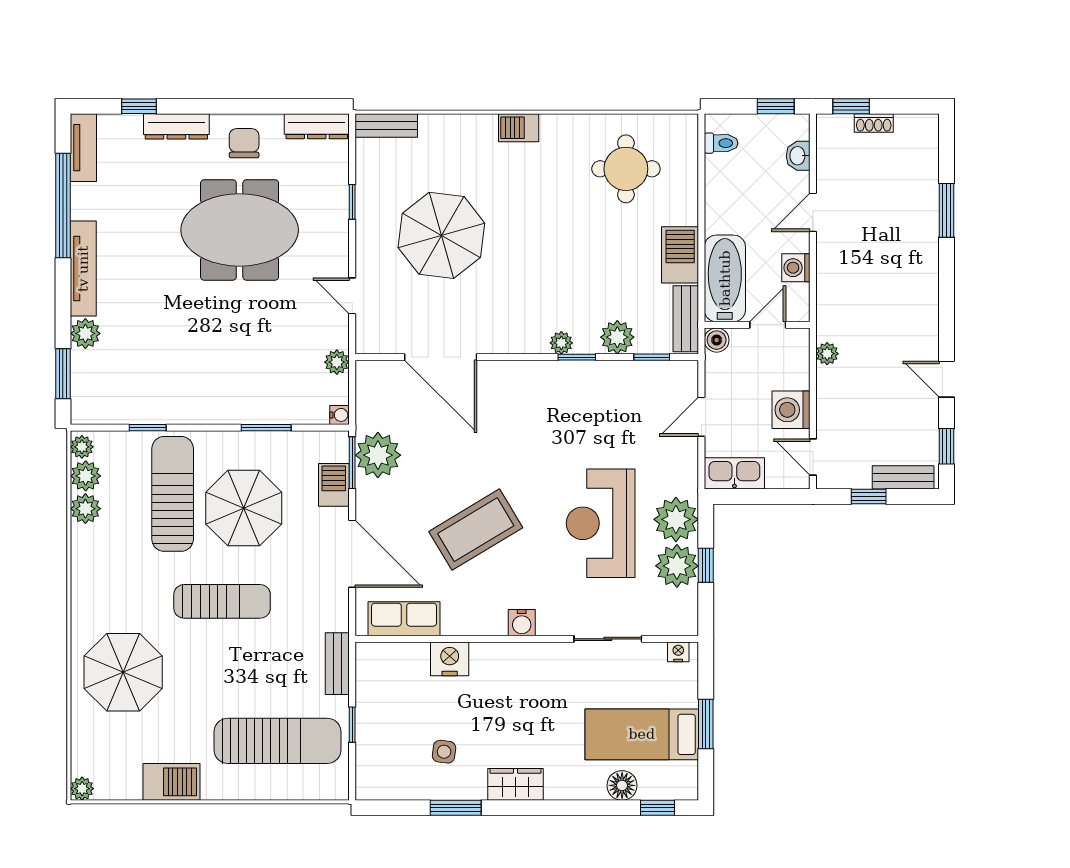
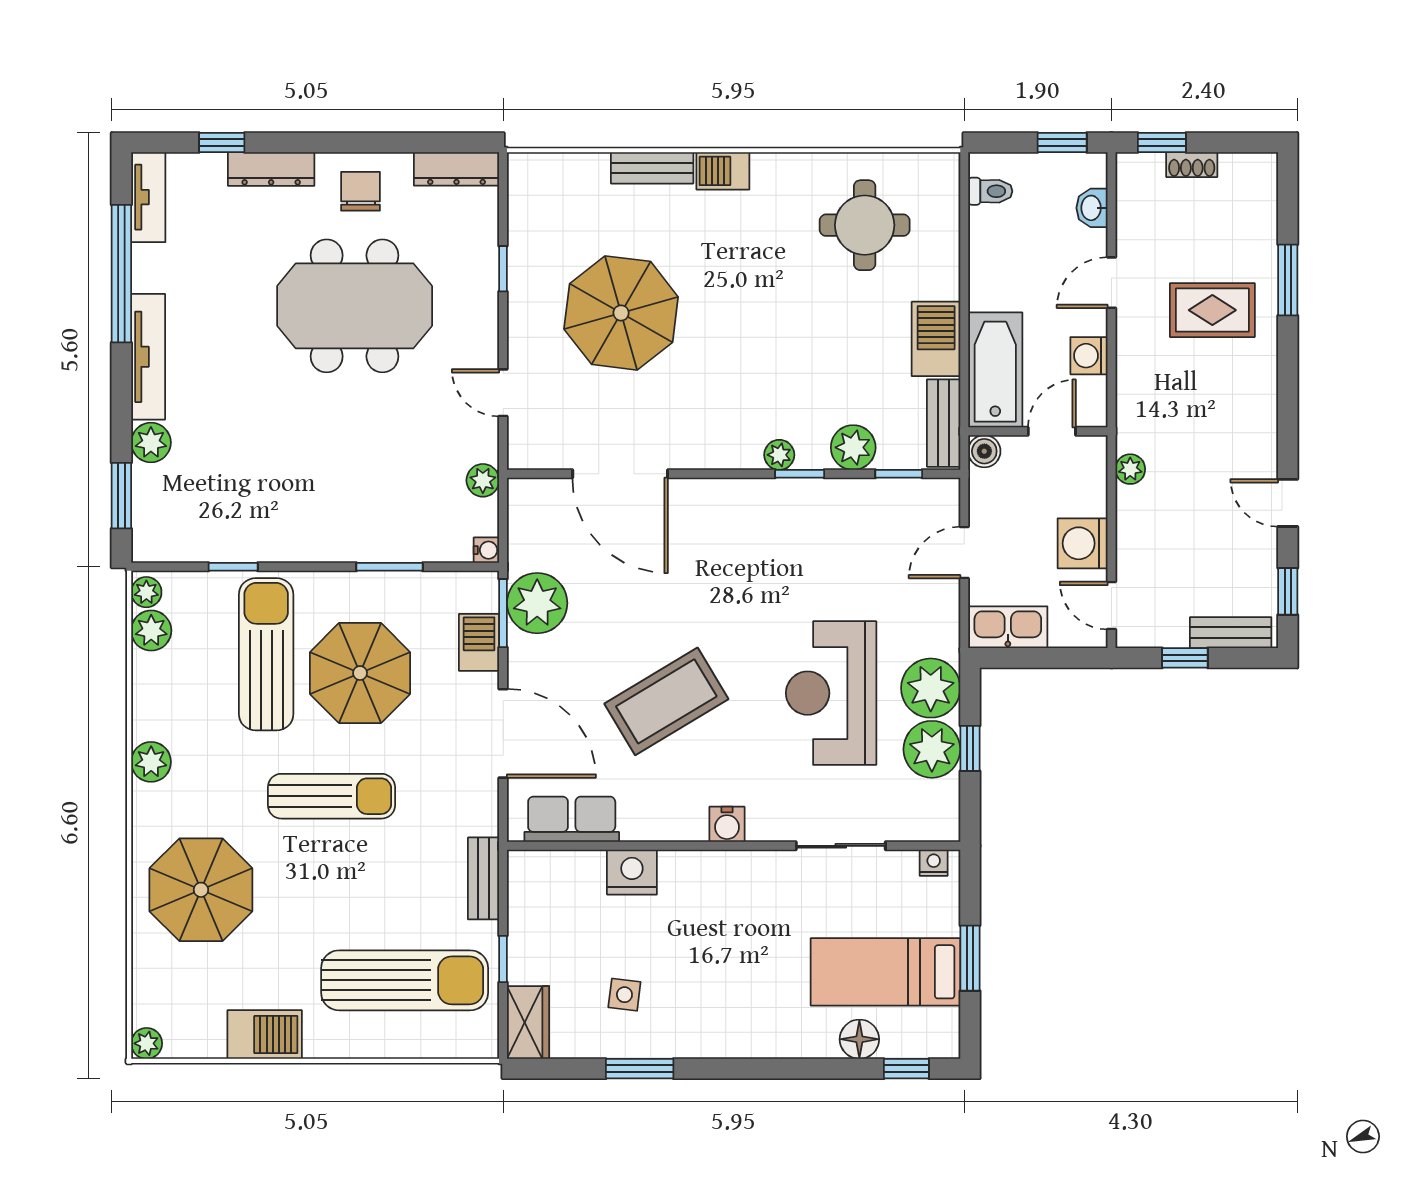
bench: (386, 125) -> (652, 168), moved
rug: (889, 233) -> (1212, 310), added
plant: (85, 509) -> (151, 762), moved
wardrobe: (516, 784) -> (528, 1022), moved, turned 90

